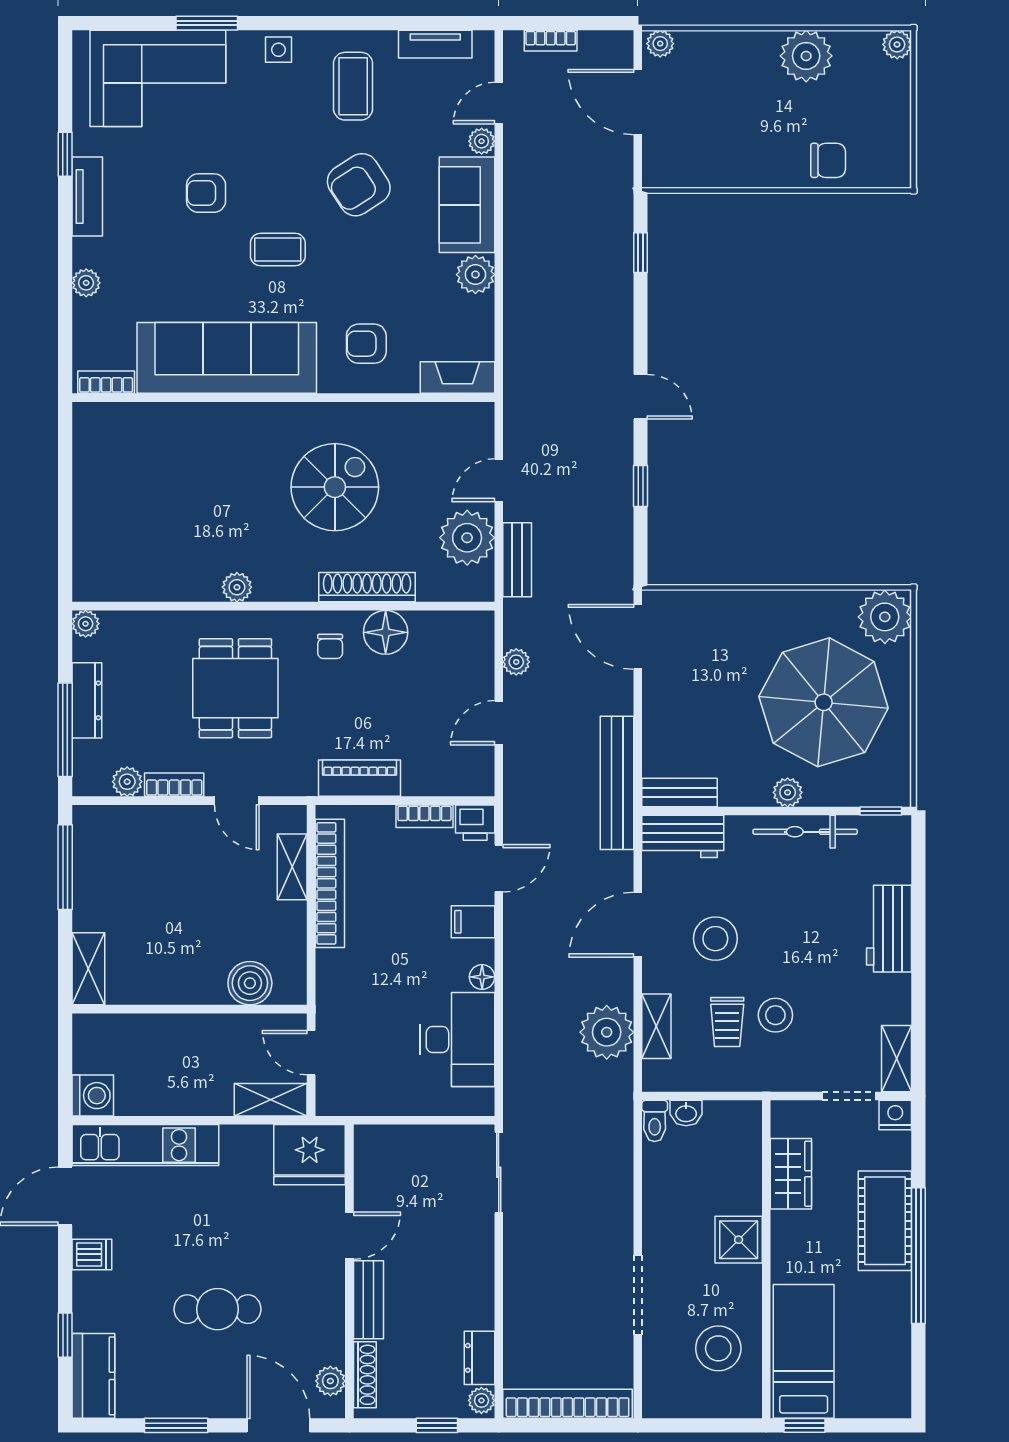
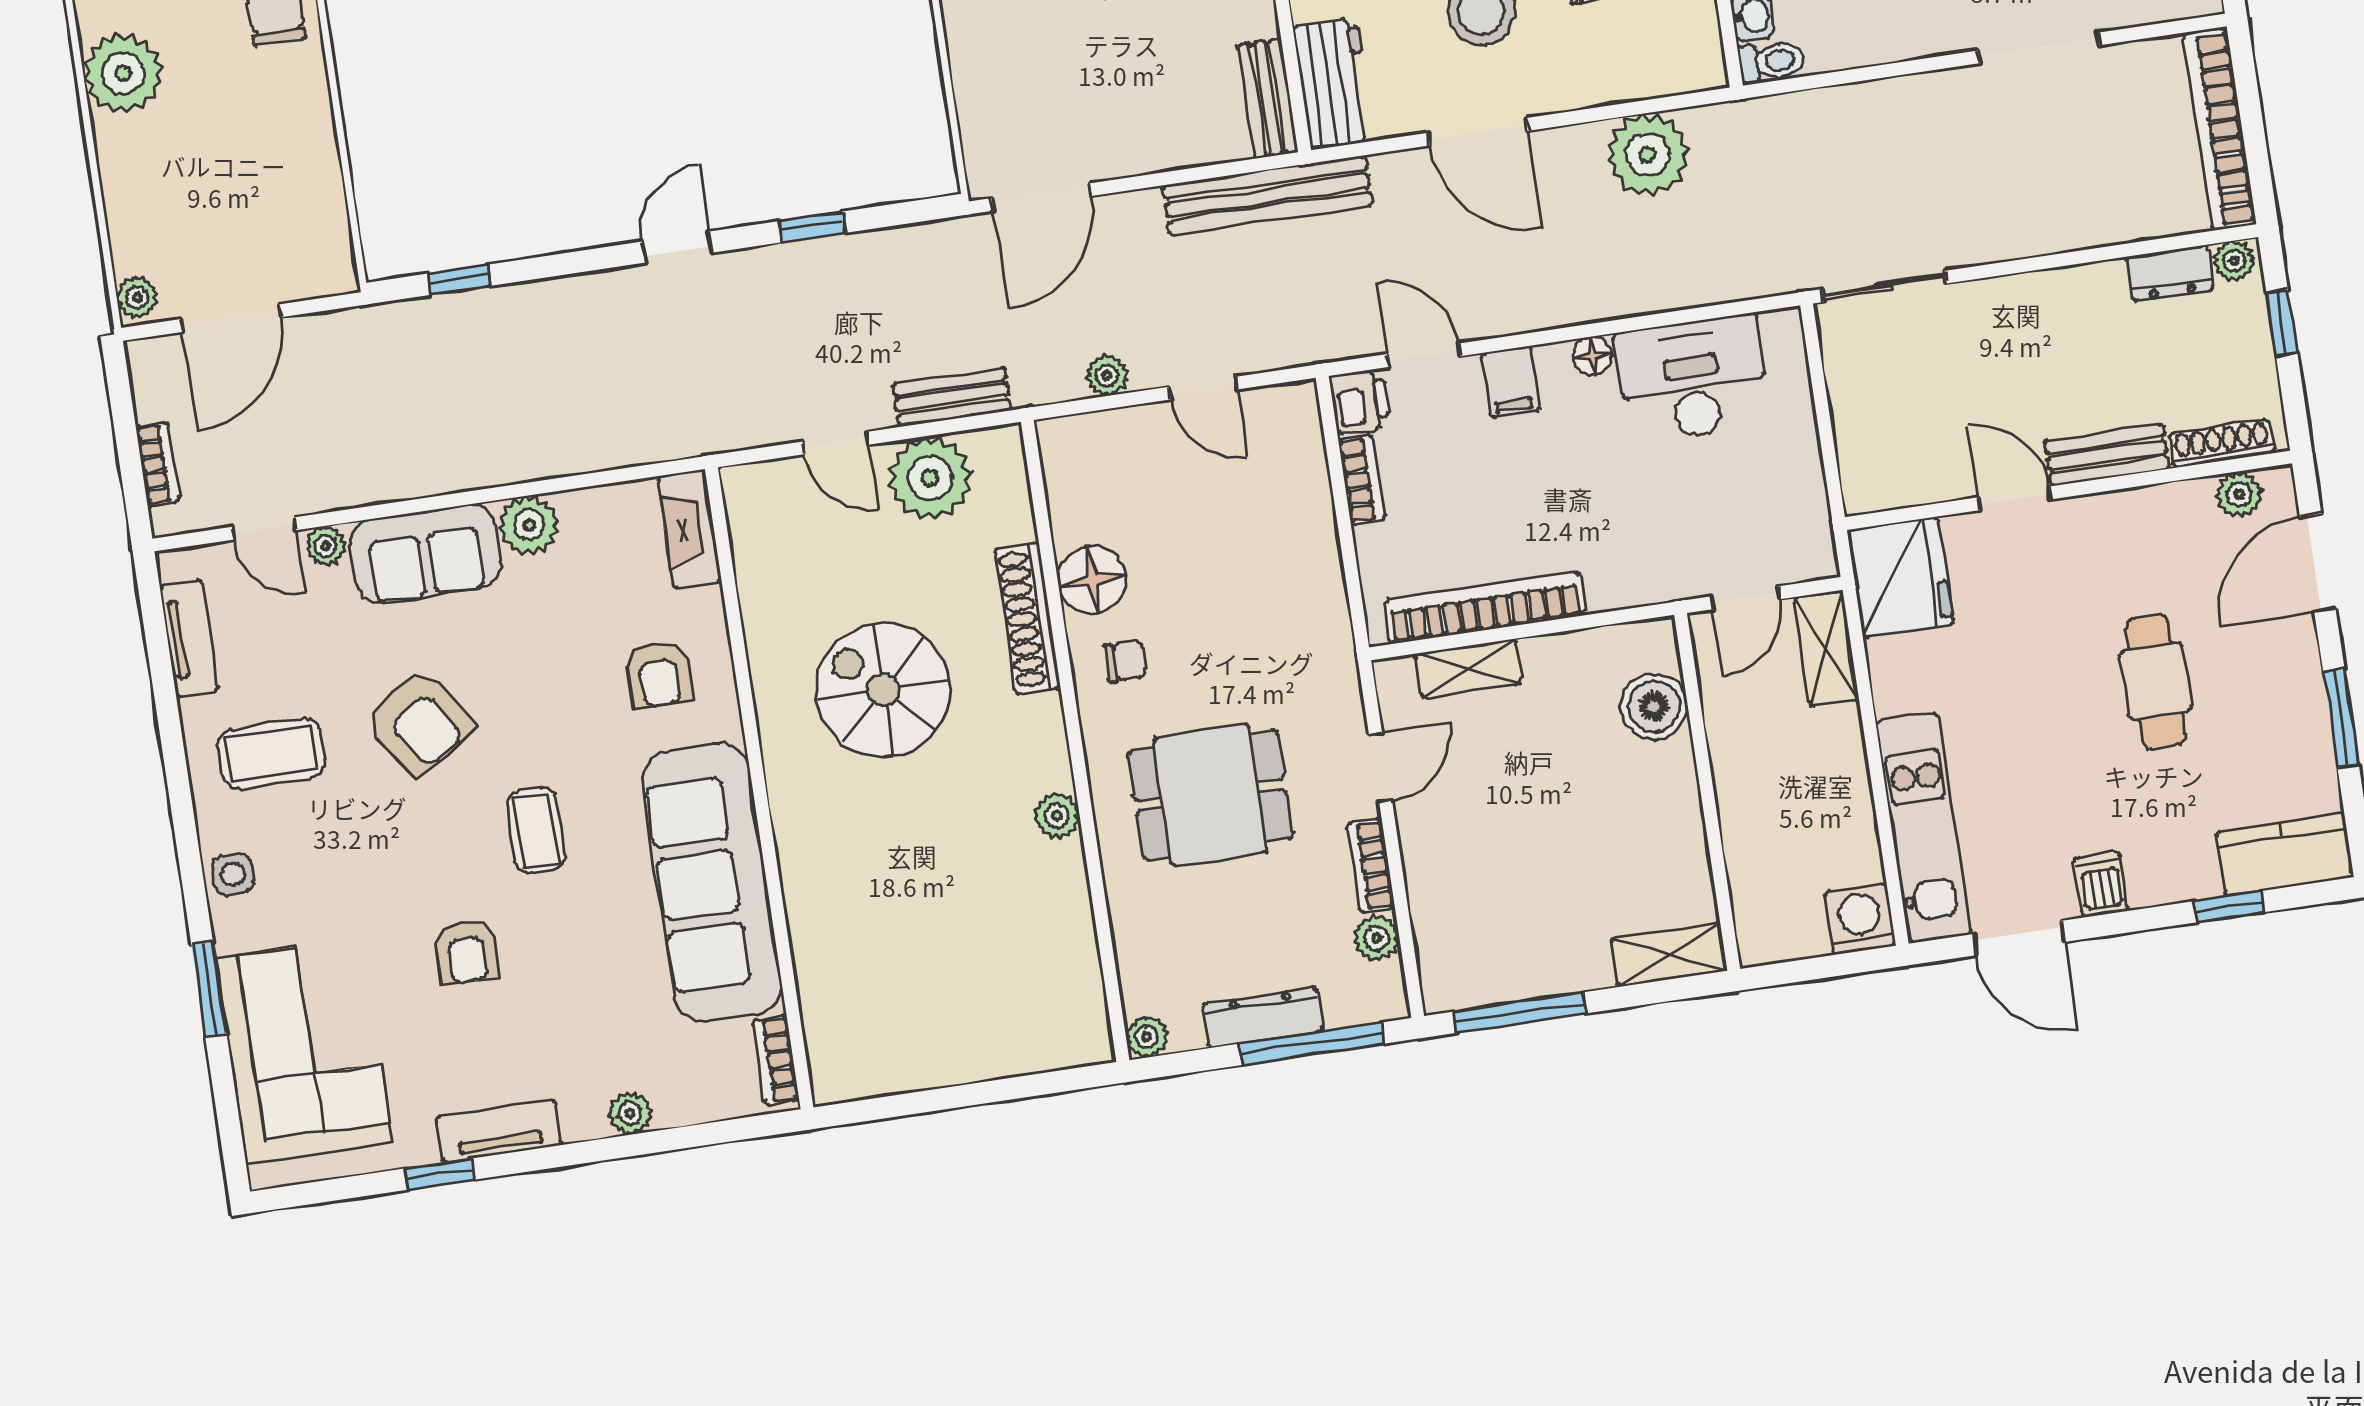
piano: (359, 778) -> (1319, 587), removed
shelving: (656, 1026) -> (1627, 80), removed

